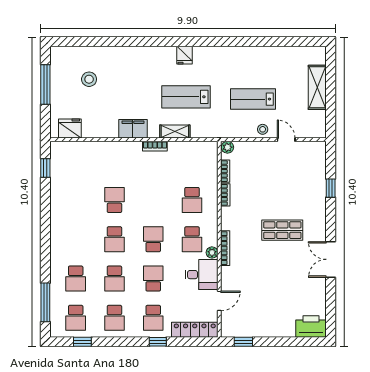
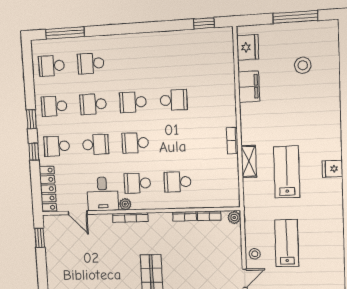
filing cabinet: (133, 129) -> (249, 87), moved
school desk: (153, 239) -> (135, 143), turned 180
window: (82, 342) -> (32, 119), moved

